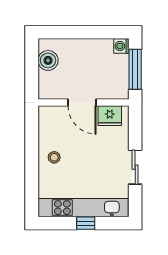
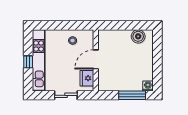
door: (82, 103) -> (96, 59), moved
wall: (83, 103) -> (96, 60), moved
fridge: (110, 116) -> (87, 78), moved

